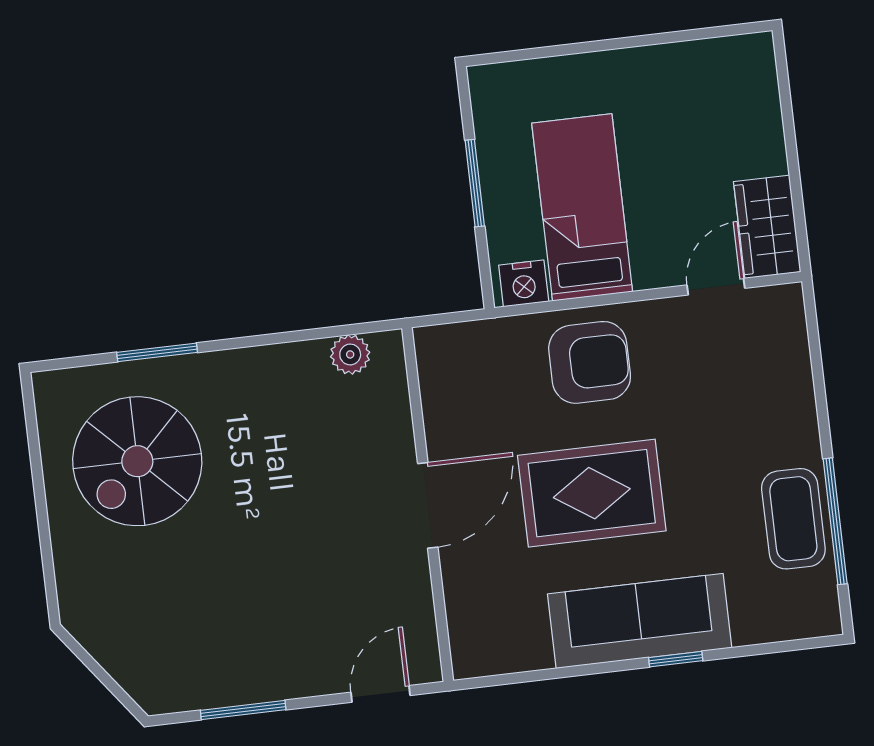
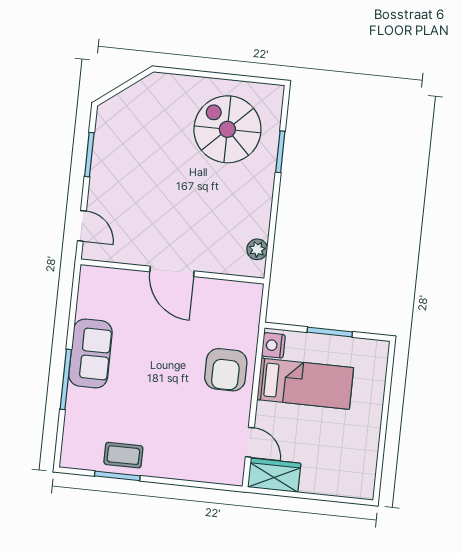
rug: (592, 493) -> (159, 356), removed
coffee table: (793, 519) -> (123, 455), width x0.73, depth x0.77
window: (835, 521) -> (117, 476), width x0.69
sofa: (640, 621) -> (90, 353), width x0.73
window: (676, 659) -> (66, 379), width x2.17

